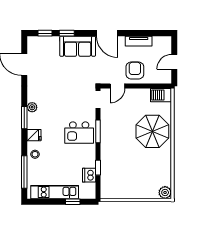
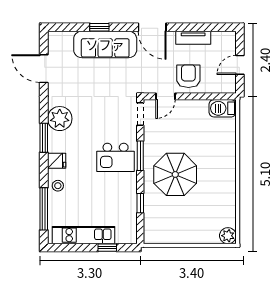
window: (45, 33) -> (71, 27), removed
sofa: (78, 46) -> (105, 44), width x1.36
plant: (32, 107) -> (60, 119), width x1.87, depth x1.87
parasol: (152, 131) -> (175, 174), moved
dishwasher: (89, 175) -> (129, 213), removed

